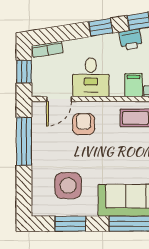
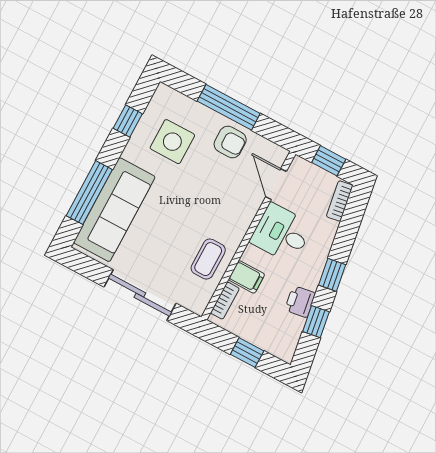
armchair: (84, 124) -> (230, 142), moved
window: (24, 141) -> (229, 107), moved
window: (70, 224) -> (128, 121), width x0.67

